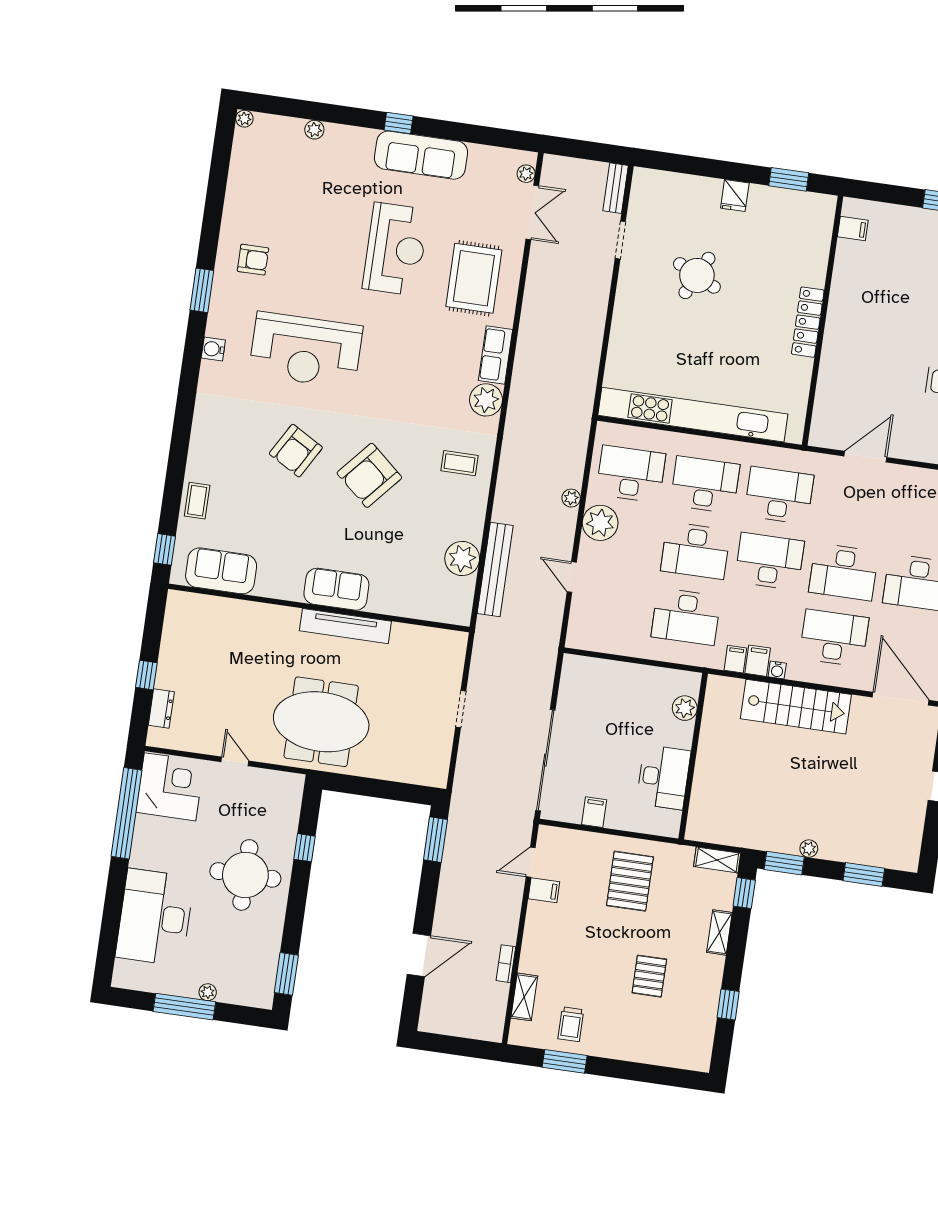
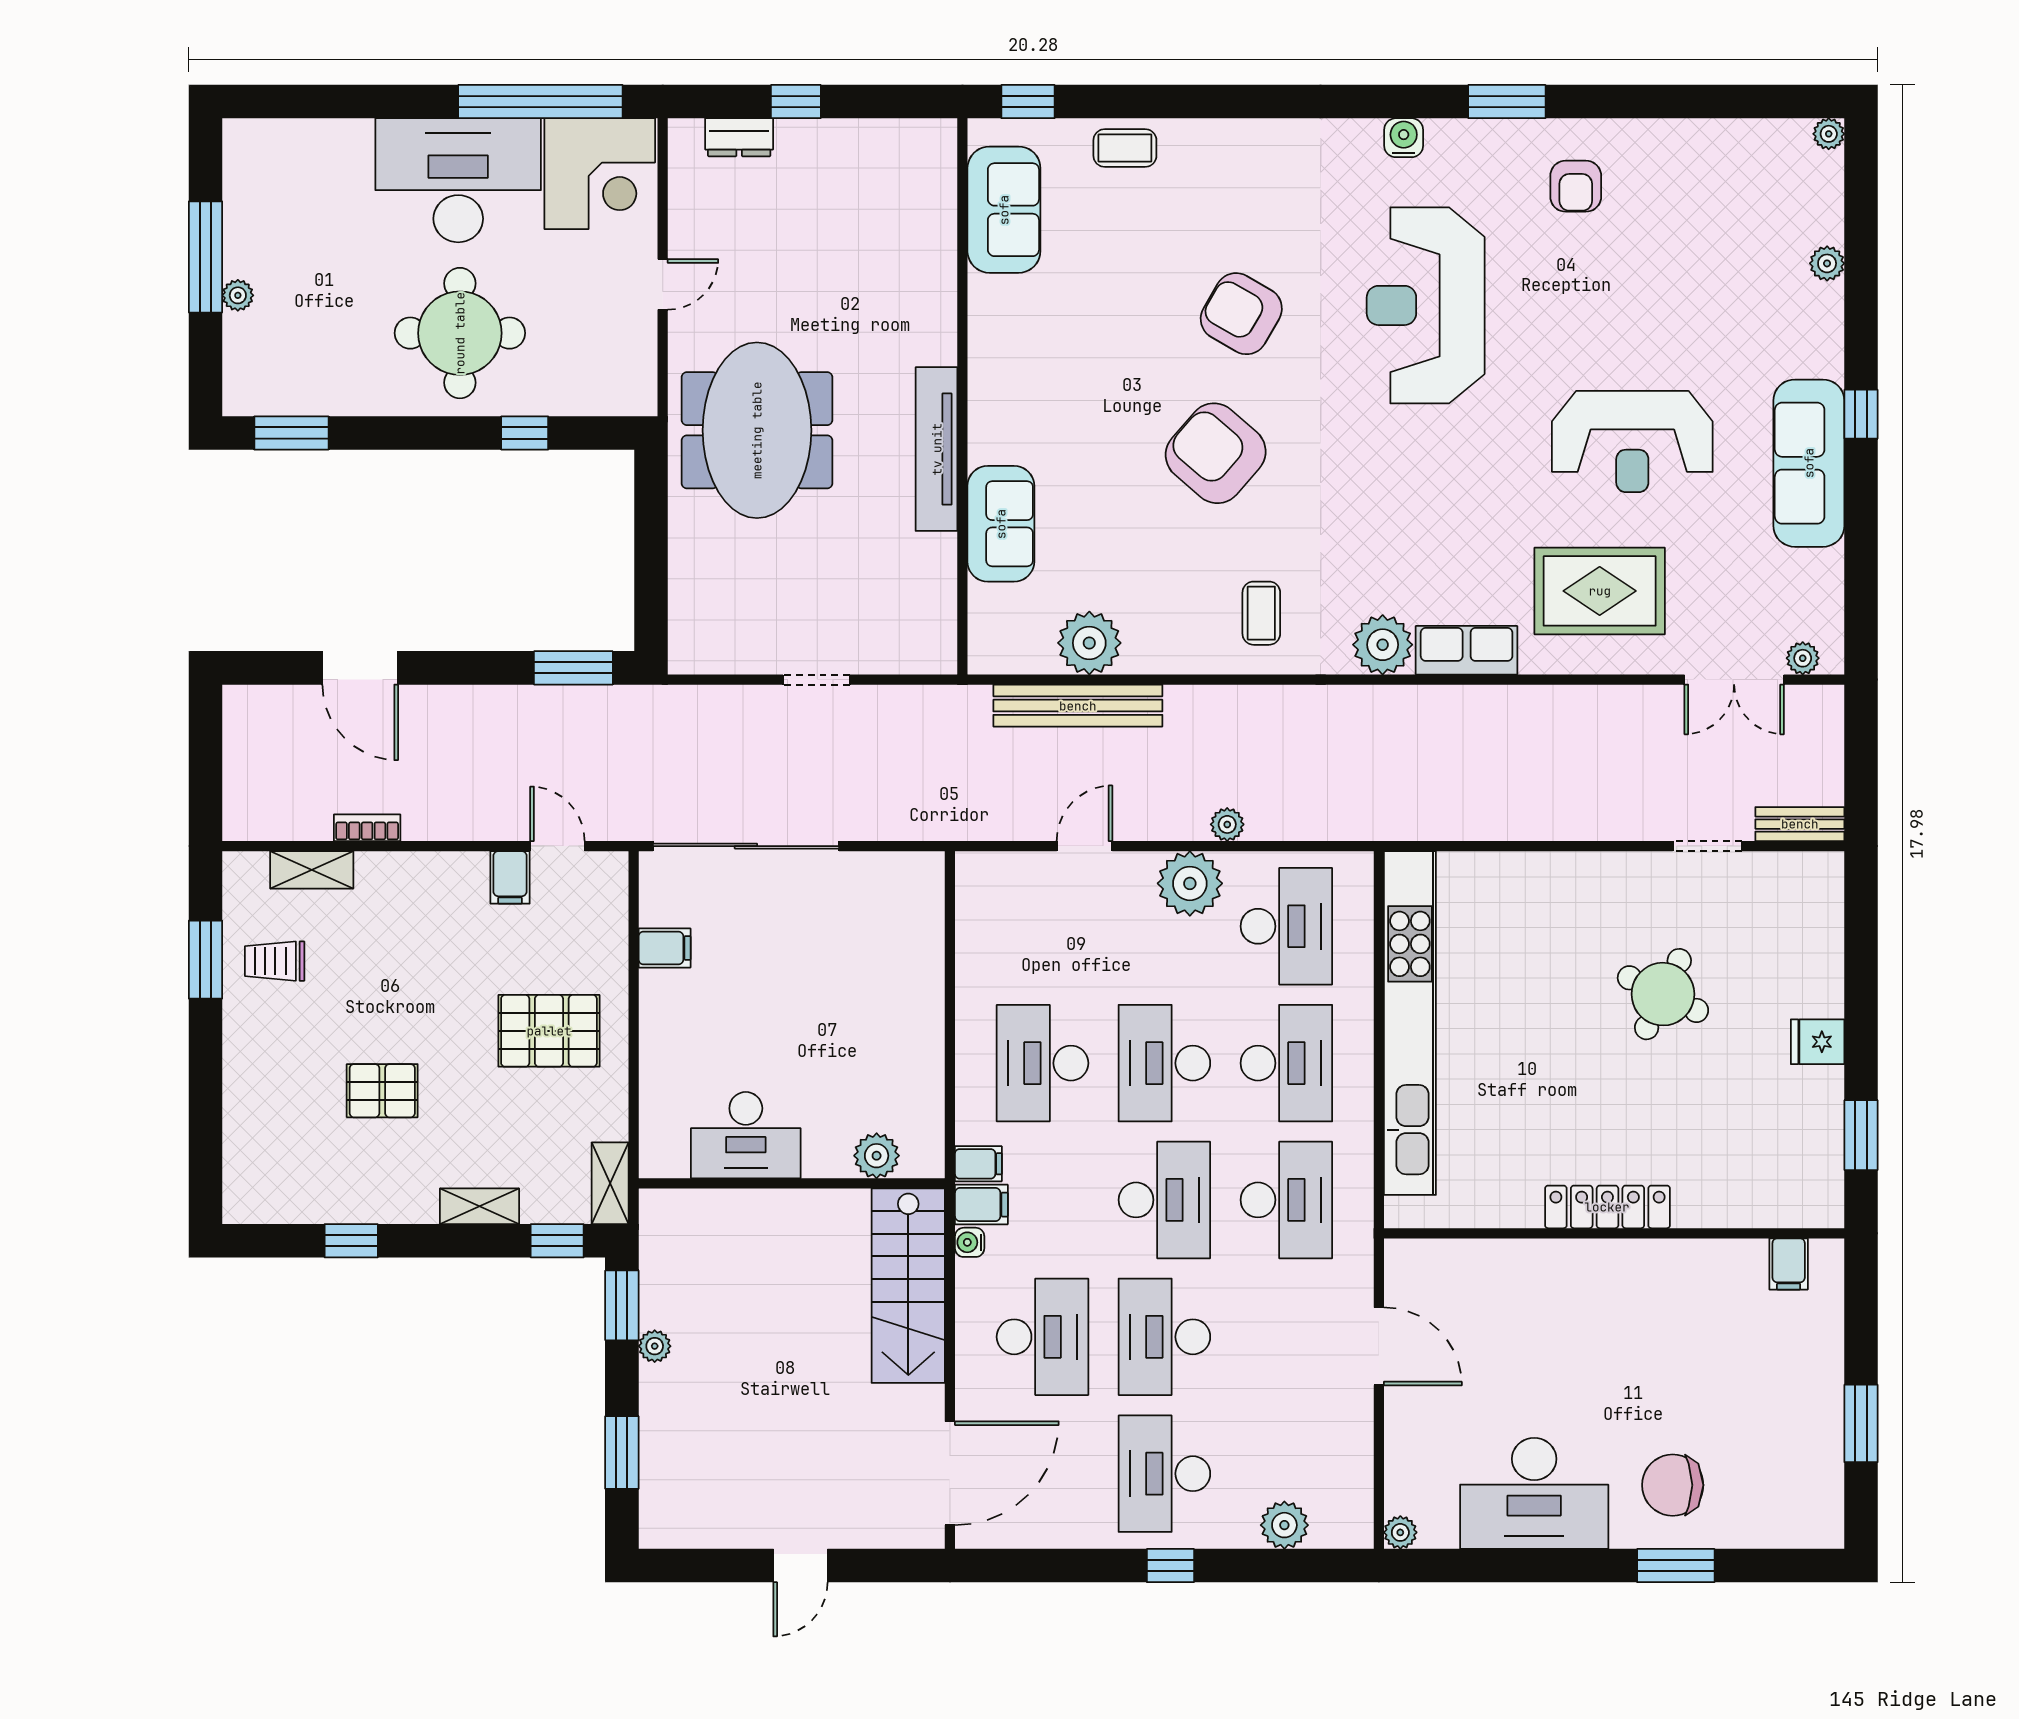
sofa: (336, 589) -> (1001, 524), moved
plant: (685, 708) -> (877, 1156), moved
wall: (693, 756) -> (792, 1183), moved
desk: (663, 777) -> (746, 1135), moved
desk: (155, 917) -> (458, 180), moved

